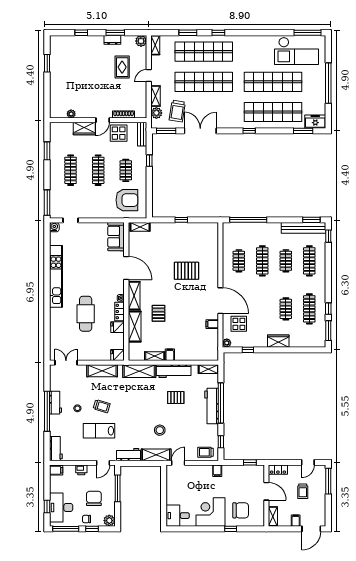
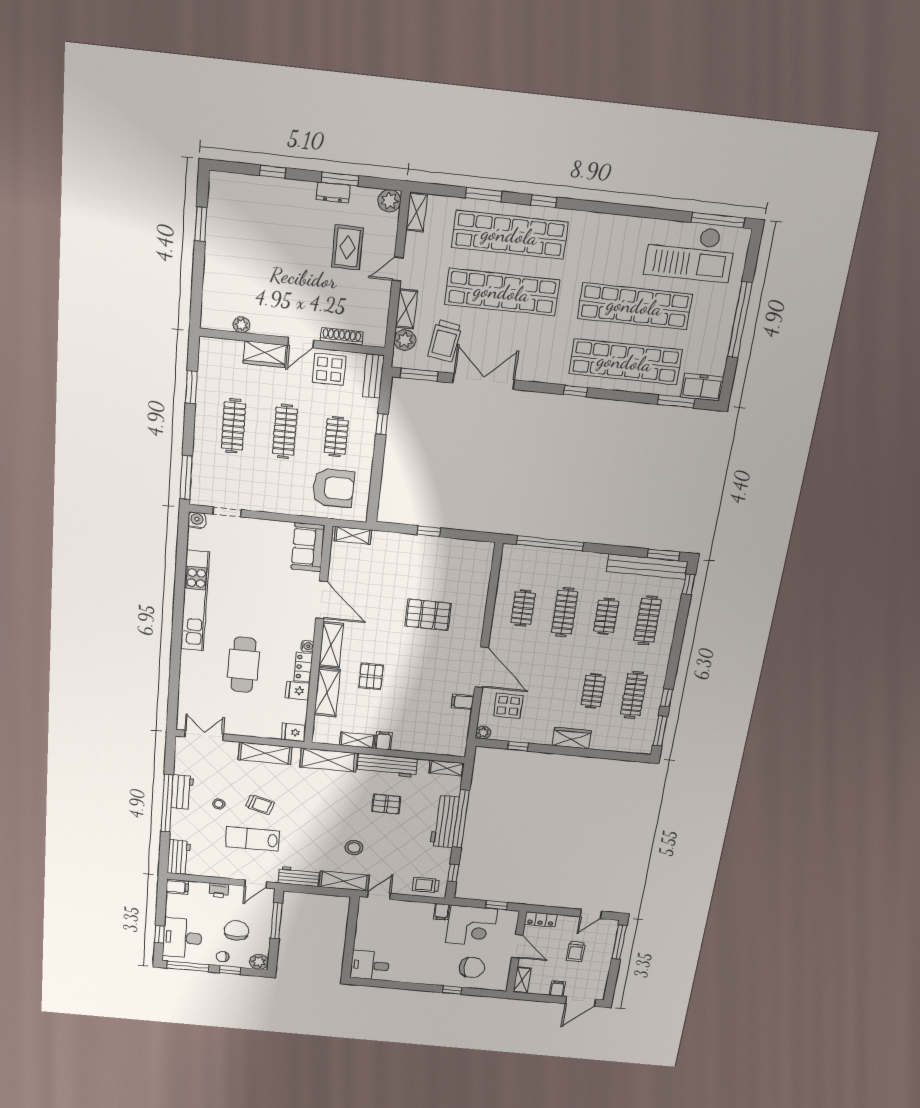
corner desk: (210, 512) -> (472, 926), moved, turned 180

